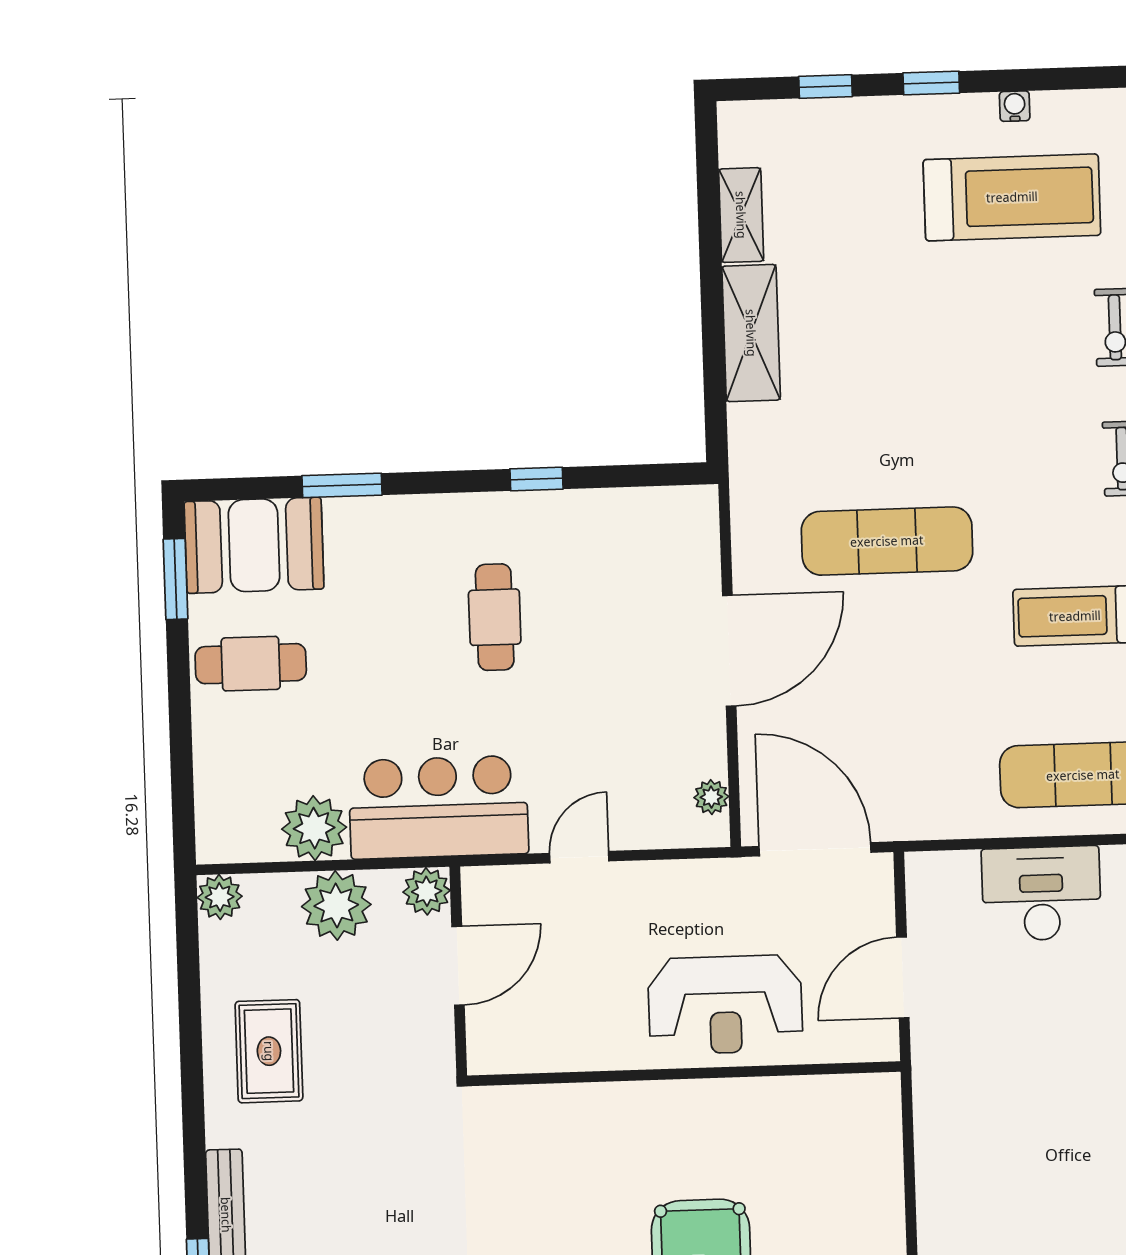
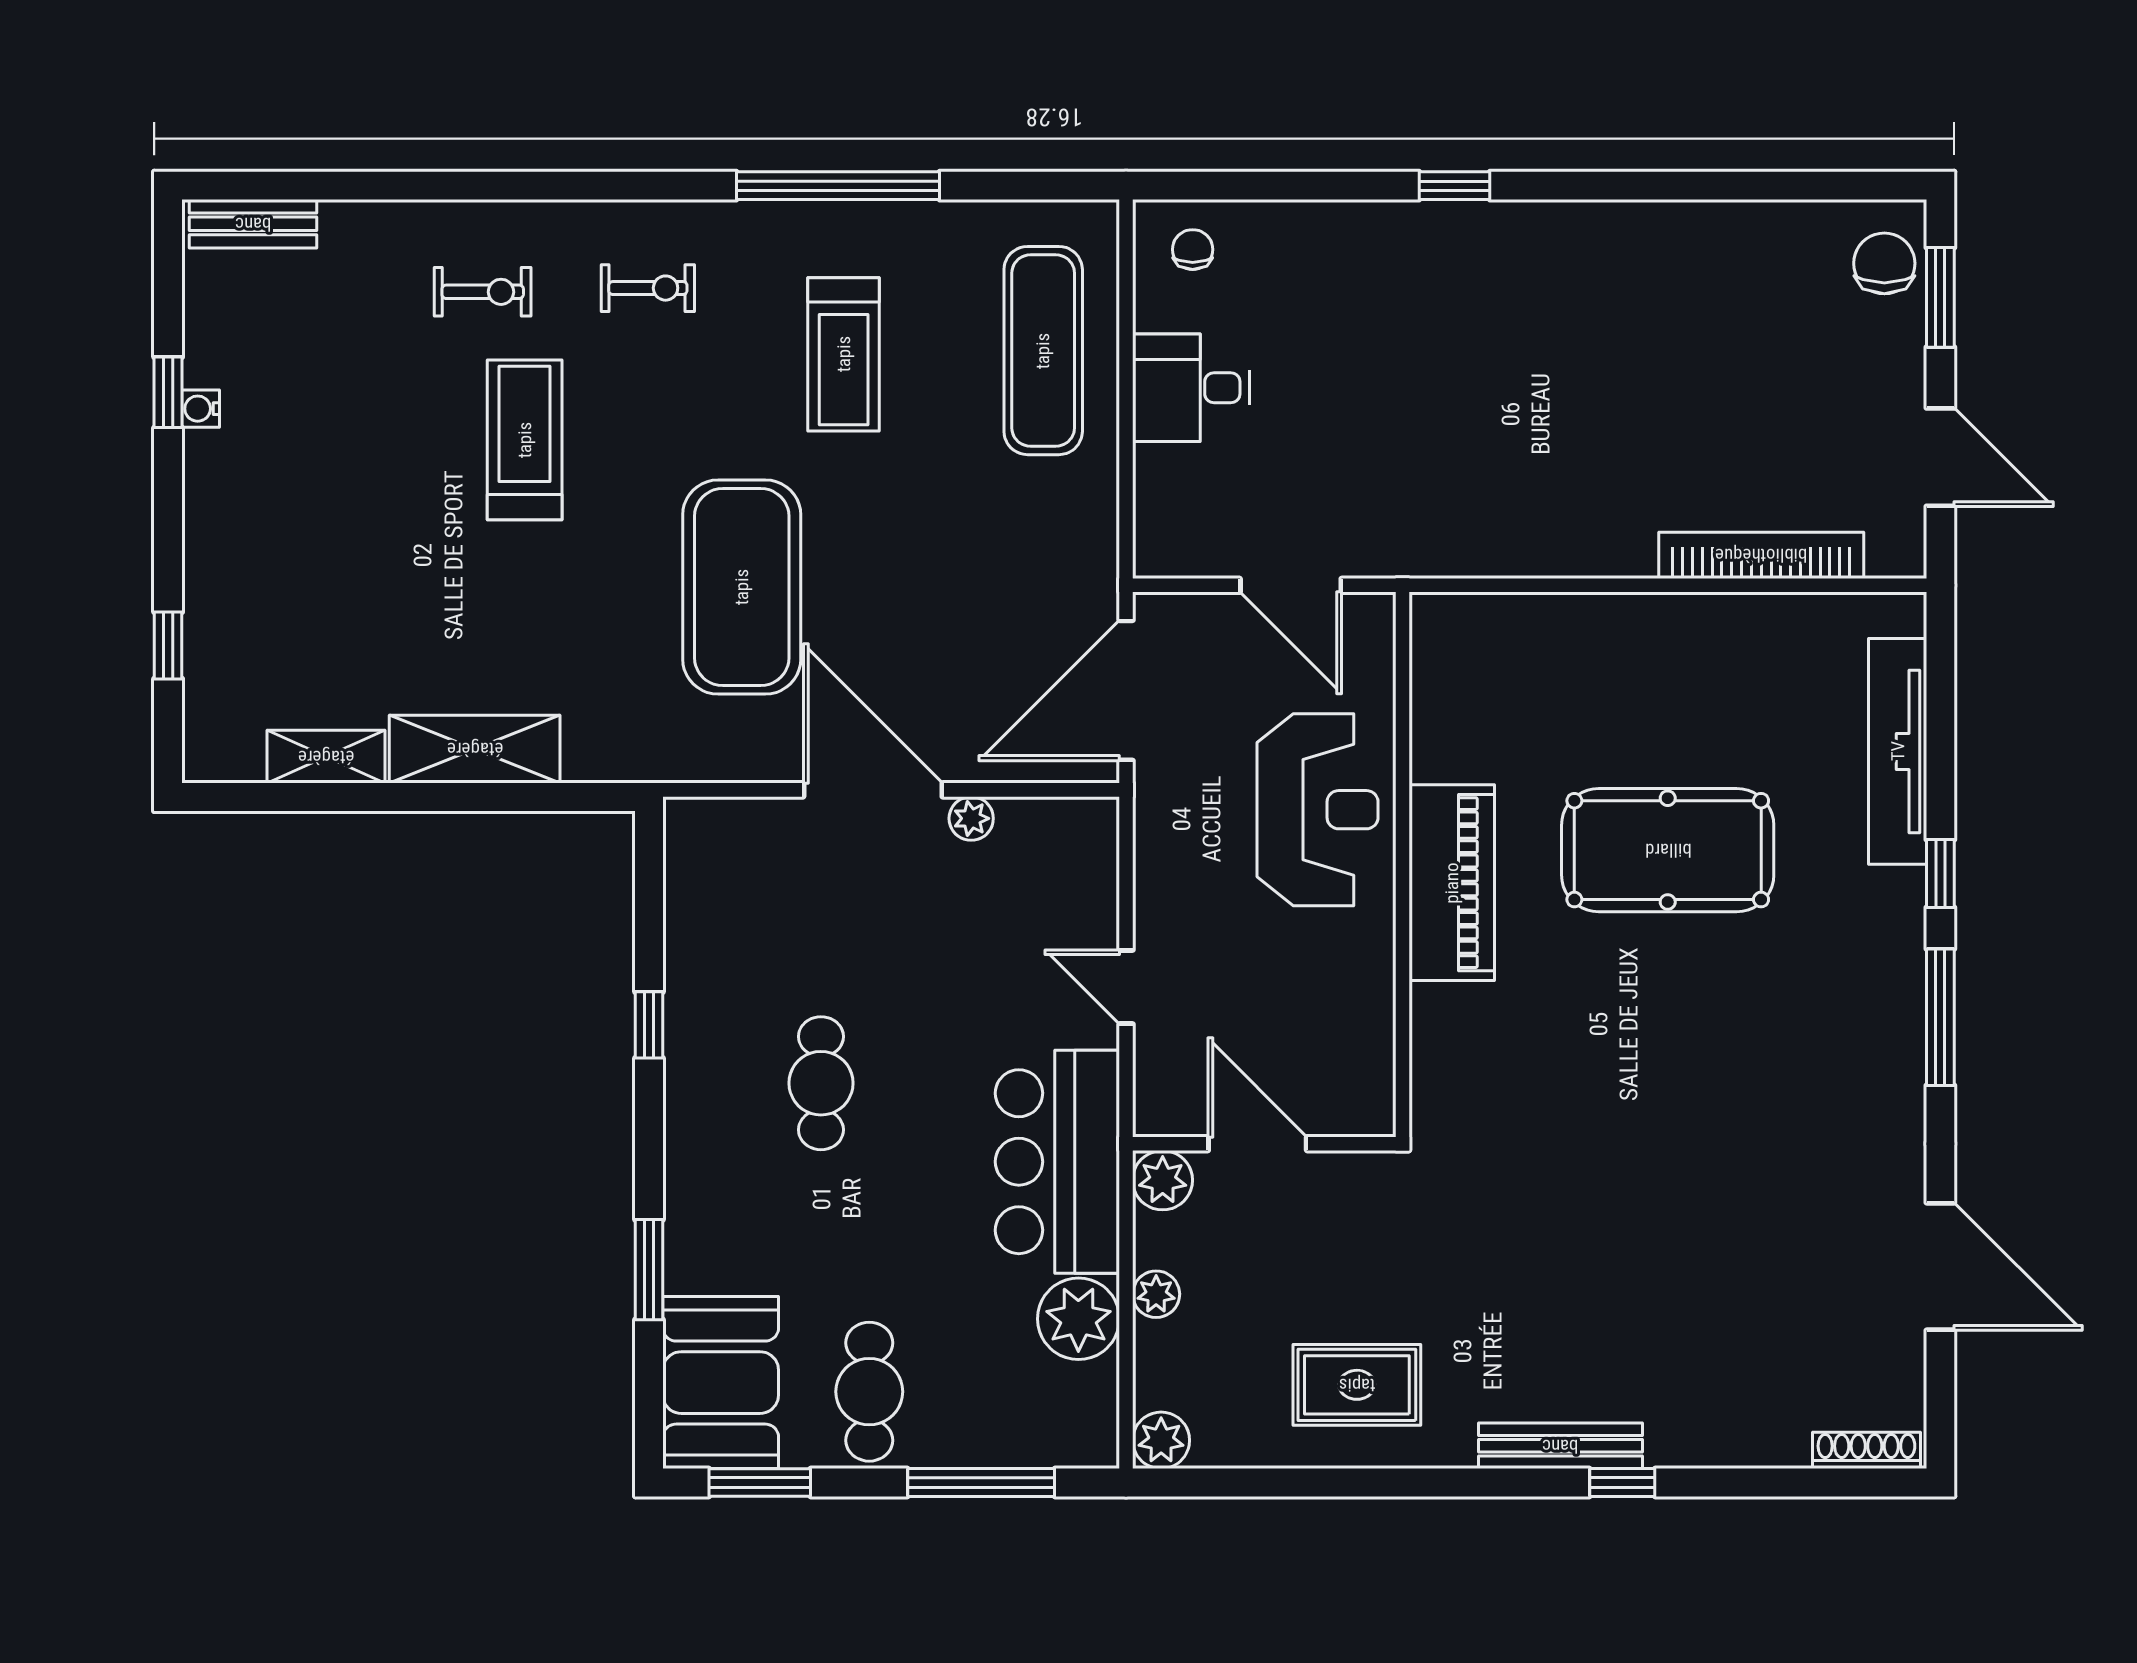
window: (931, 83) -> (168, 392), moved
treadmill: (1012, 197) -> (525, 440), moved, width x0.73, depth x0.73
exercise mat: (887, 541) -> (742, 587), width x1.47
cafe table: (495, 617) -> (821, 1083), turned 90
window: (181, 755) -> (981, 1483), added
plant: (711, 797) -> (971, 818), moved
desk: (1041, 893) -> (1191, 388), width x0.73
plant: (336, 905) -> (1156, 1294), width x0.53, depth x0.53
piano: (671, 1113) -> (1452, 883), added

